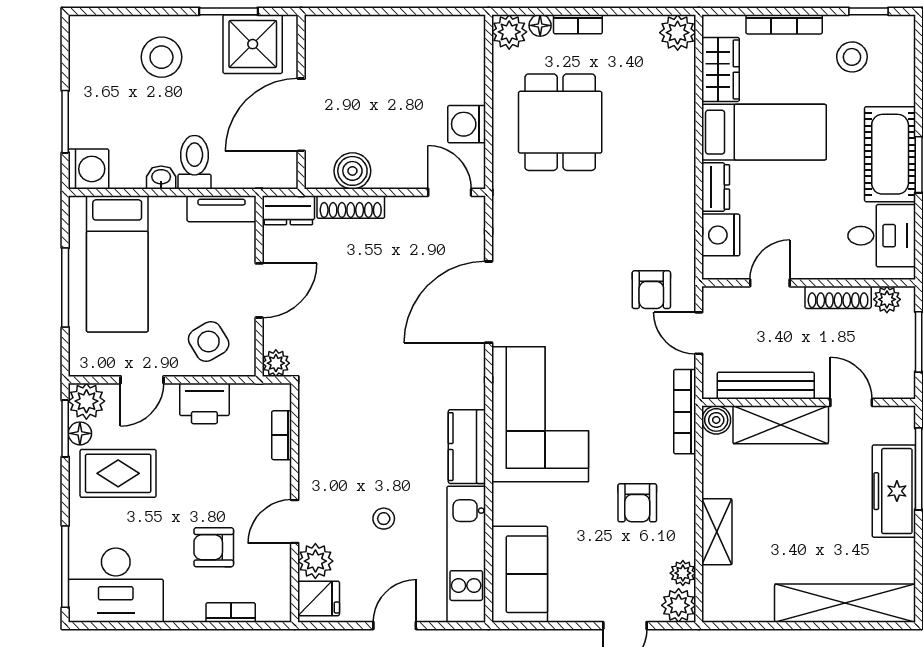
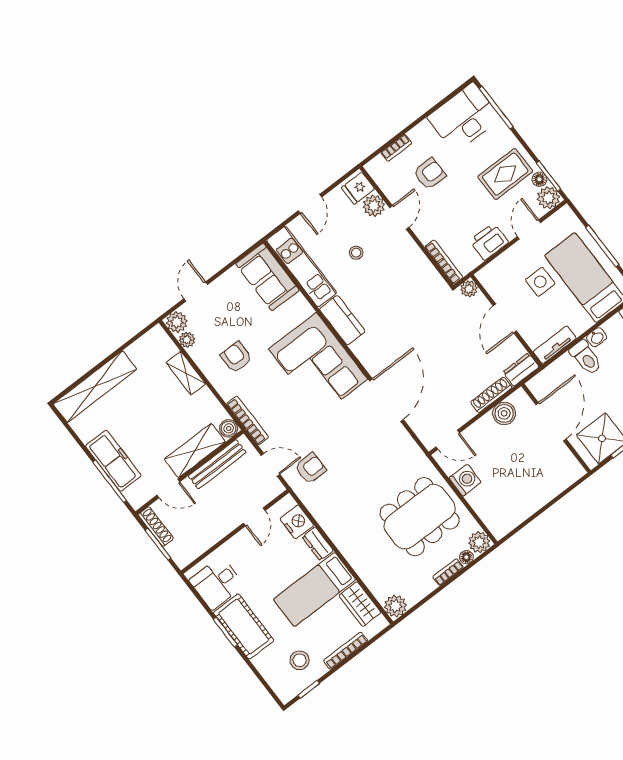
dining table: (560, 122) -> (420, 517), width x1.38
armchair: (651, 290) -> (310, 468), turned 90
shoe rack: (838, 297) -> (156, 527), moved, turned 90
plant: (887, 299) -> (190, 553), removed
side table: (209, 341) -> (540, 282), moved, turned 31
bookcase: (282, 435) -> (444, 262), width x1.56

